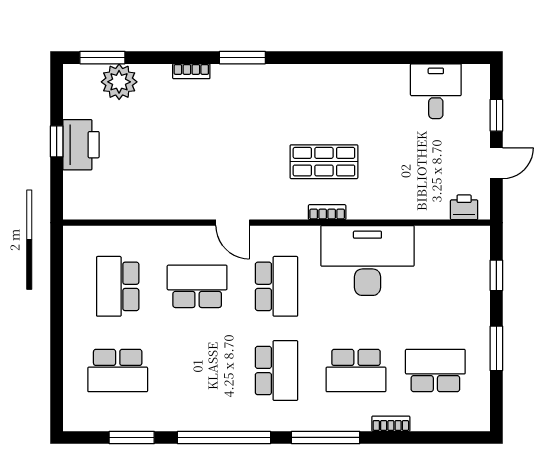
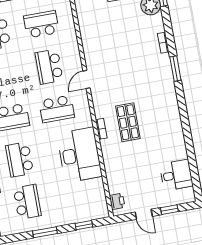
school desk: (197, 286) -> (49, 67), turned 180

